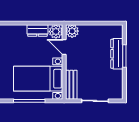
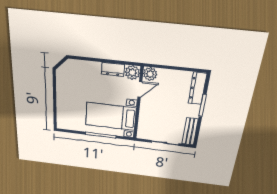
door: (64, 47) -> (140, 89), swing flipped
dresser: (117, 54) -> (197, 88), moved
bench: (71, 85) -> (190, 131), moved

